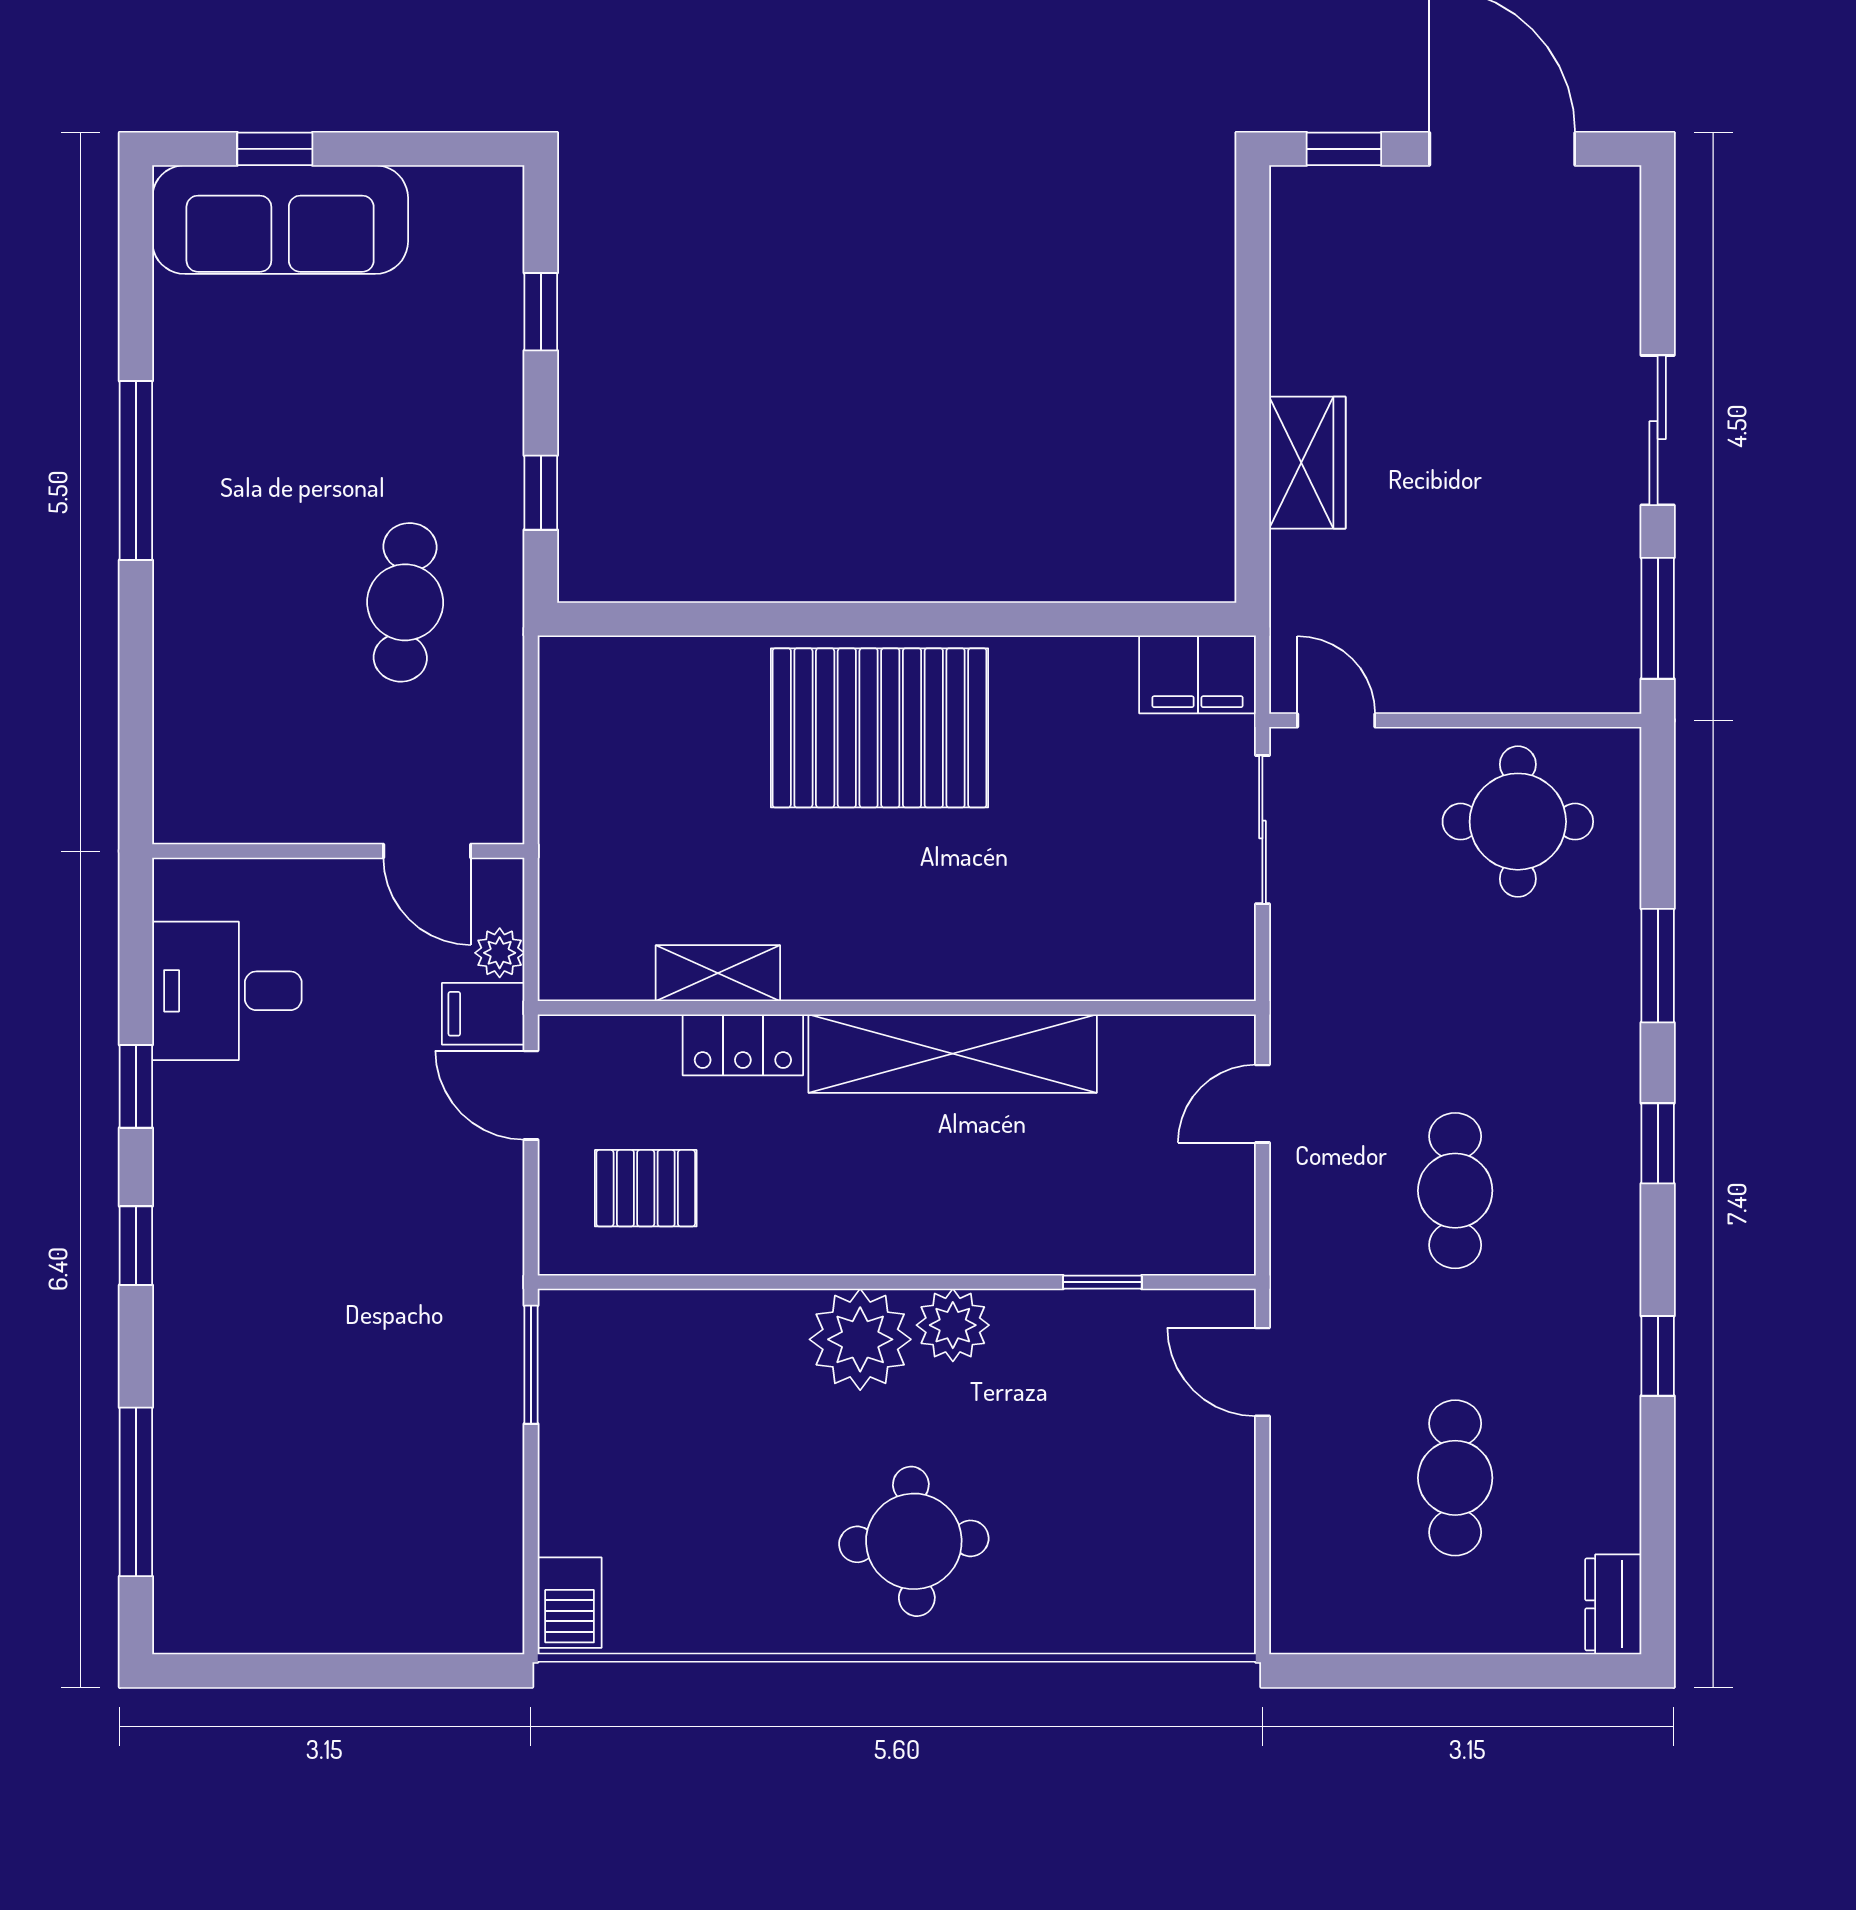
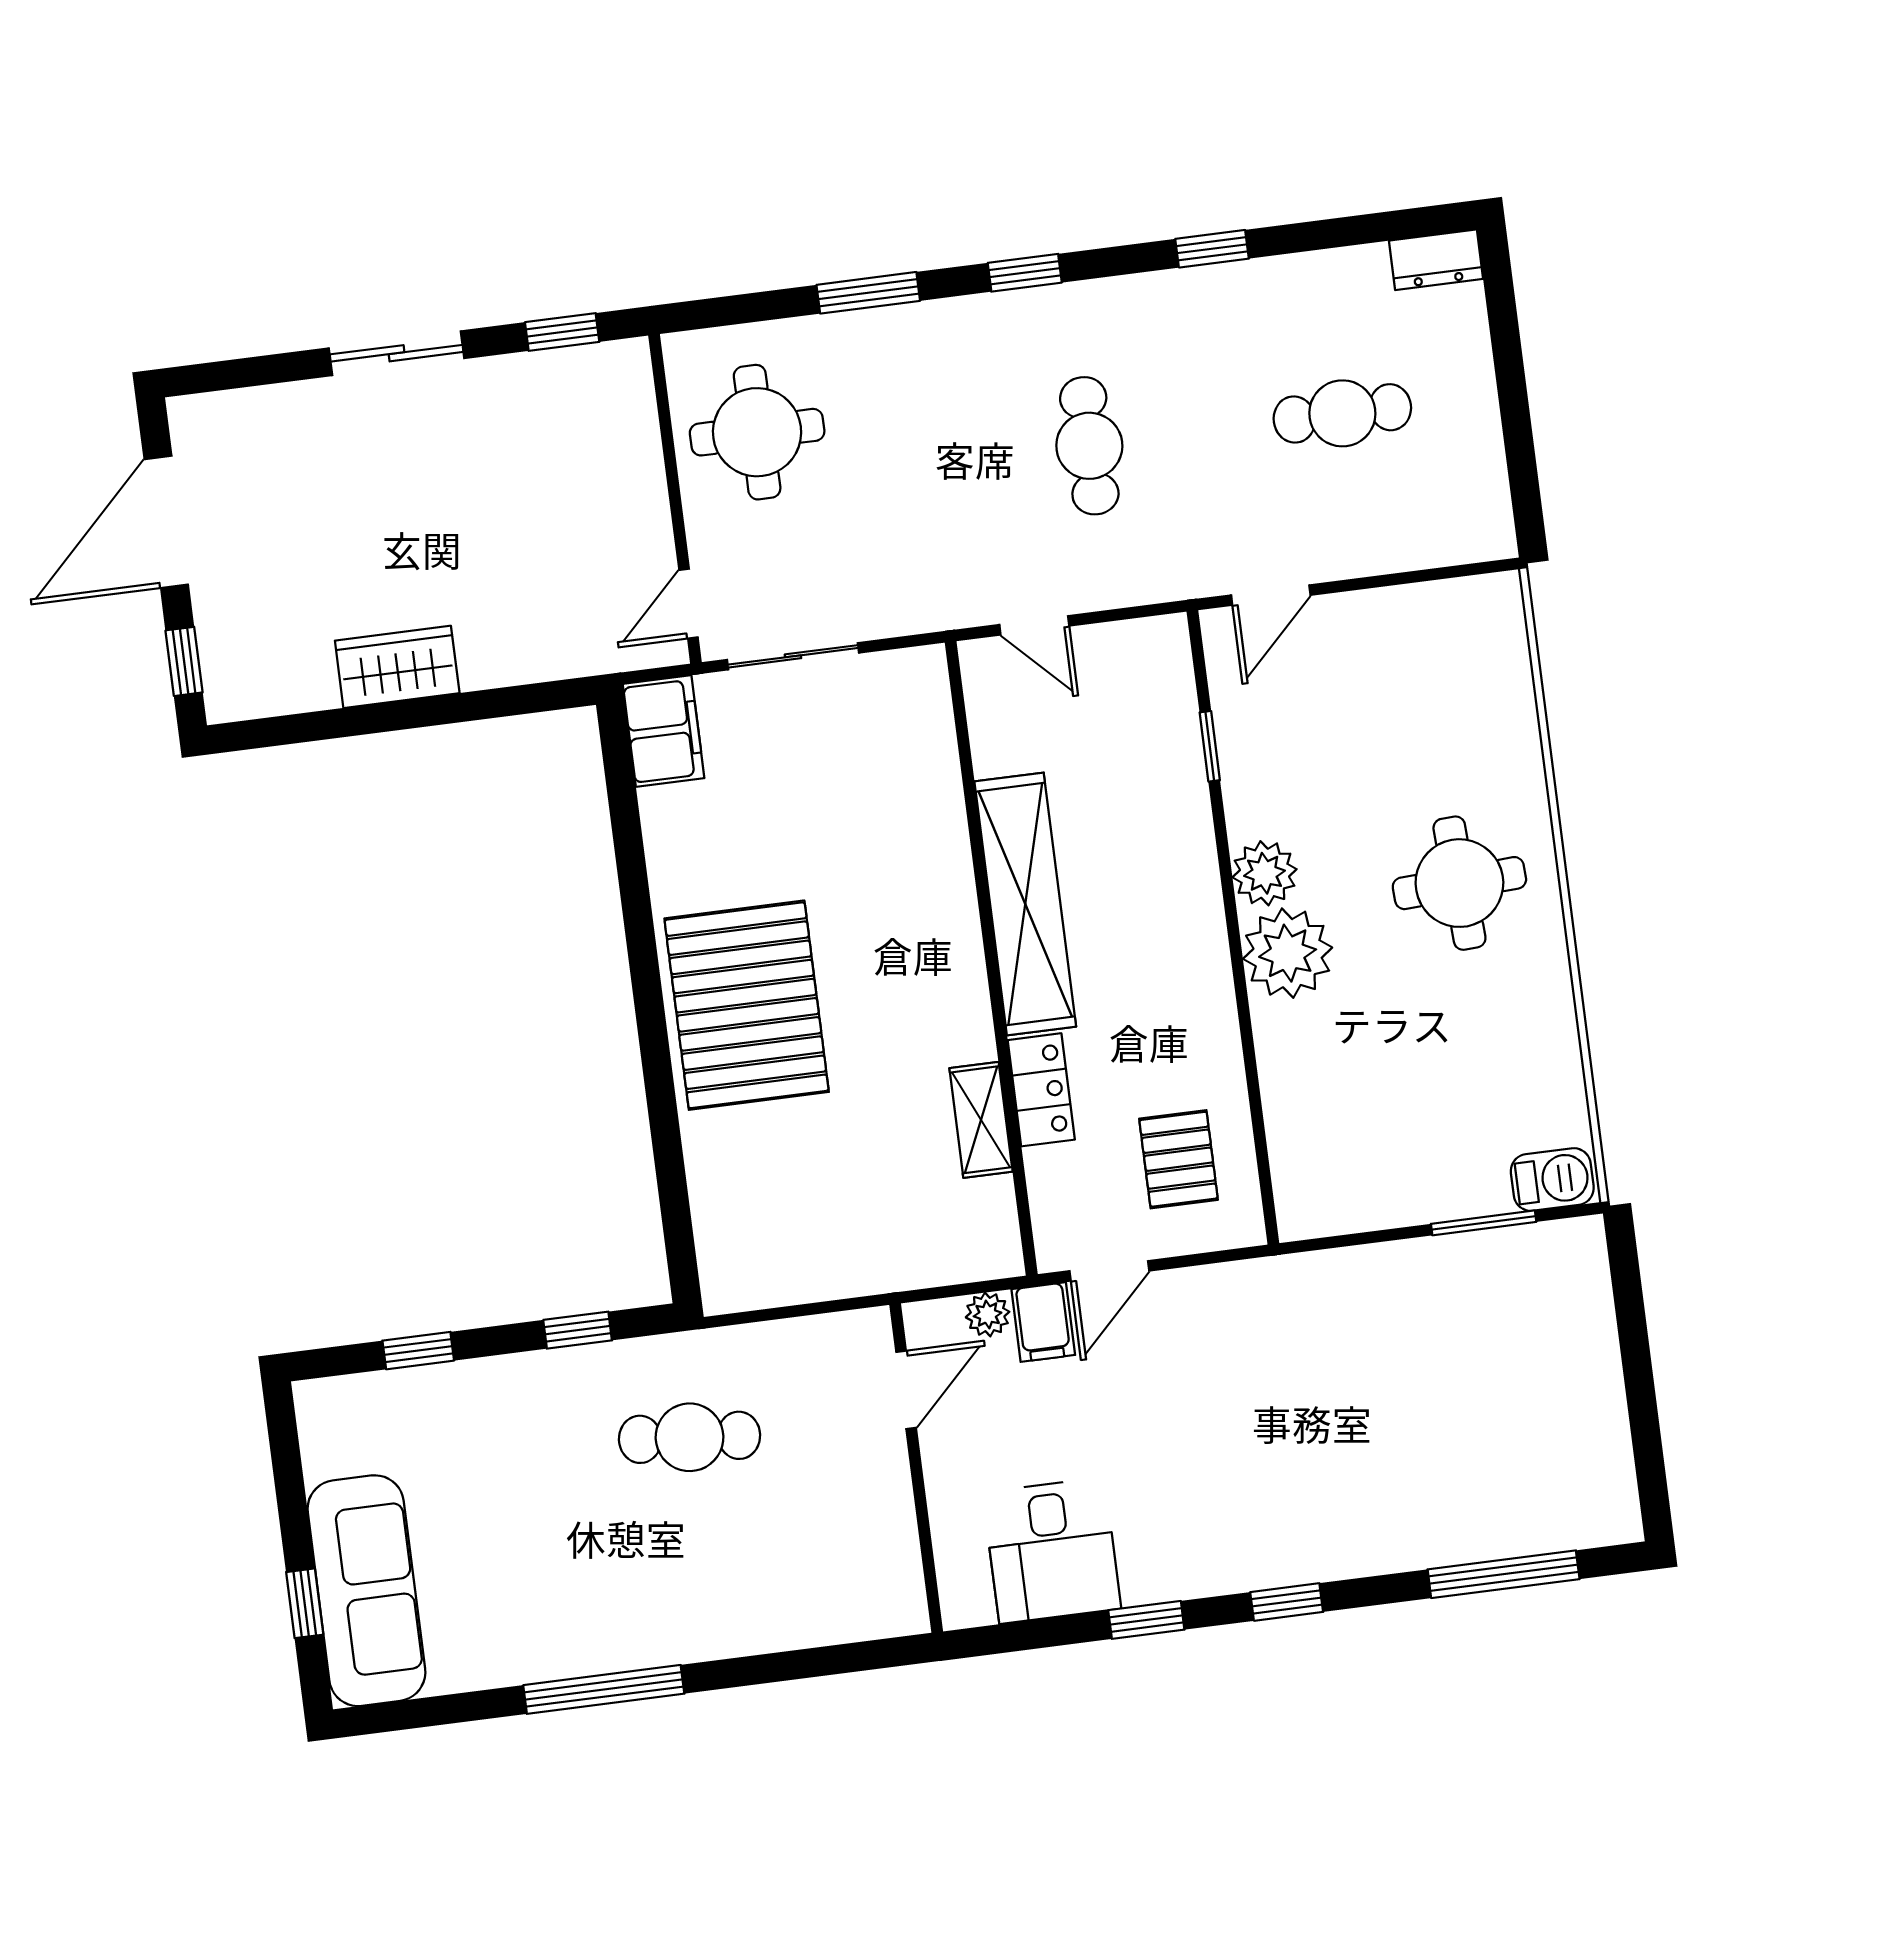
wardrobe: (1307, 463) -> (397, 667), moved
window: (1658, 618) -> (562, 332), width x0.67
cafe table: (1455, 1191) -> (1089, 446), turned 90
window: (531, 1365) -> (1484, 1223), moved

